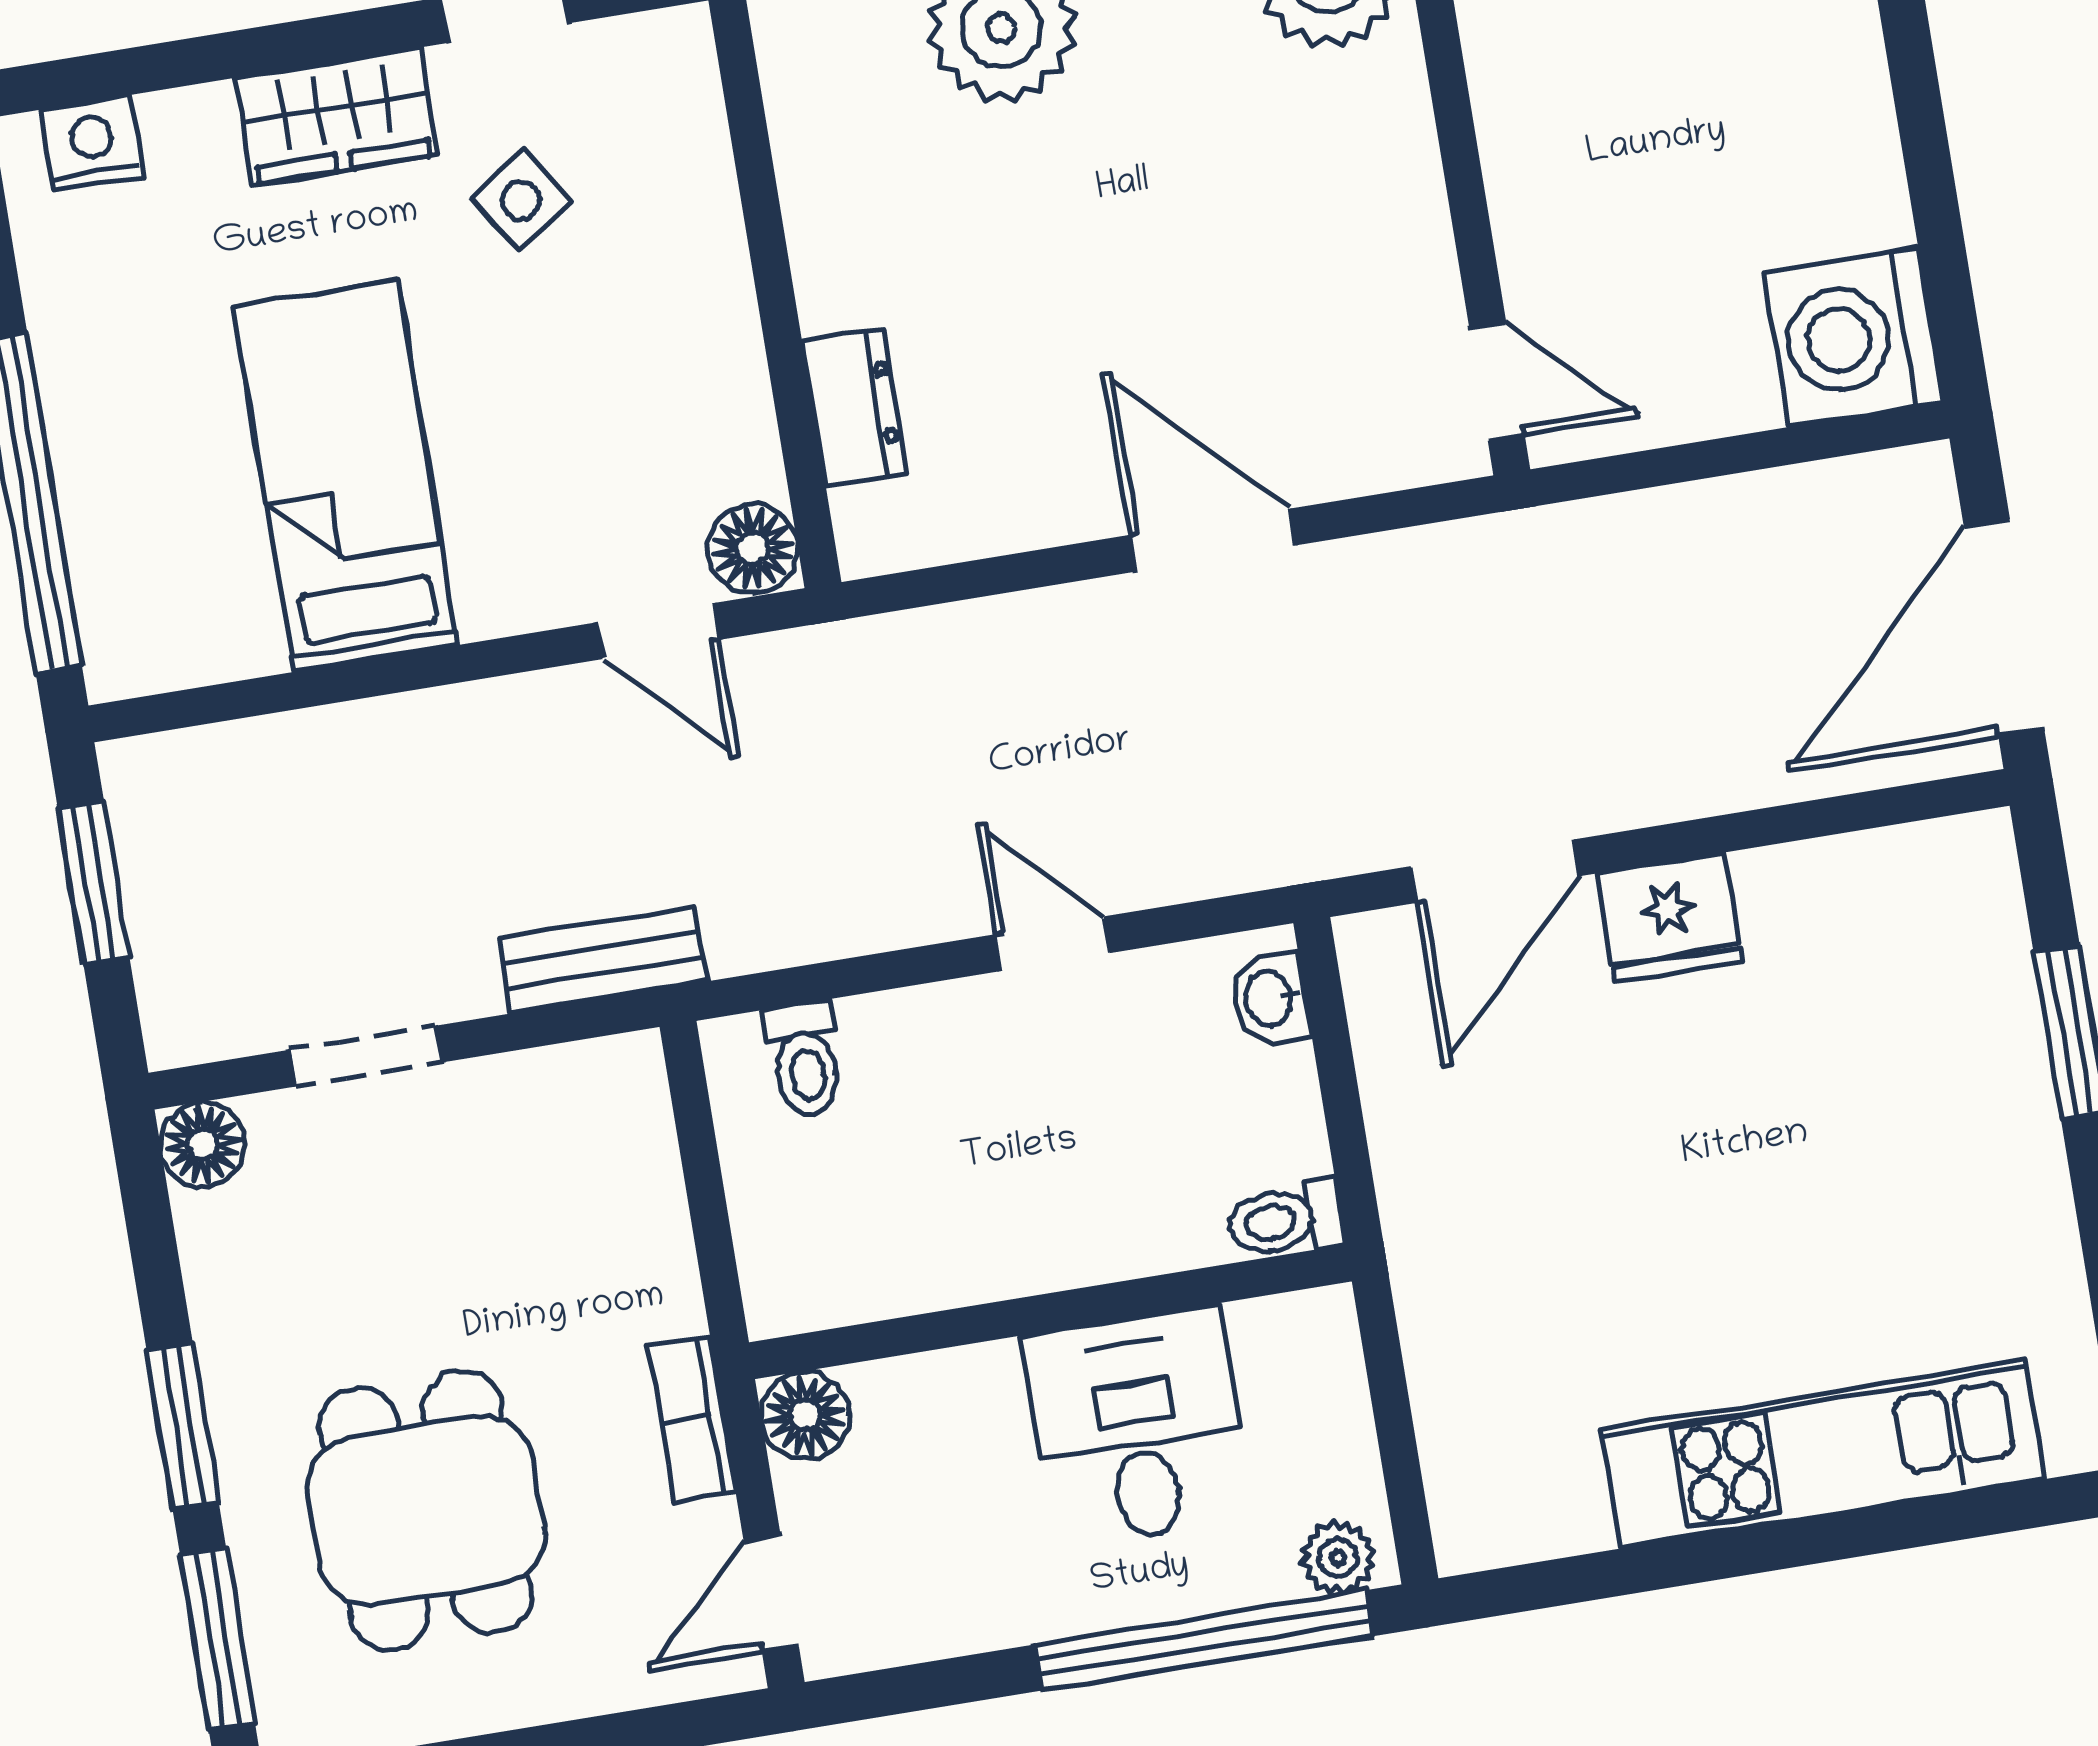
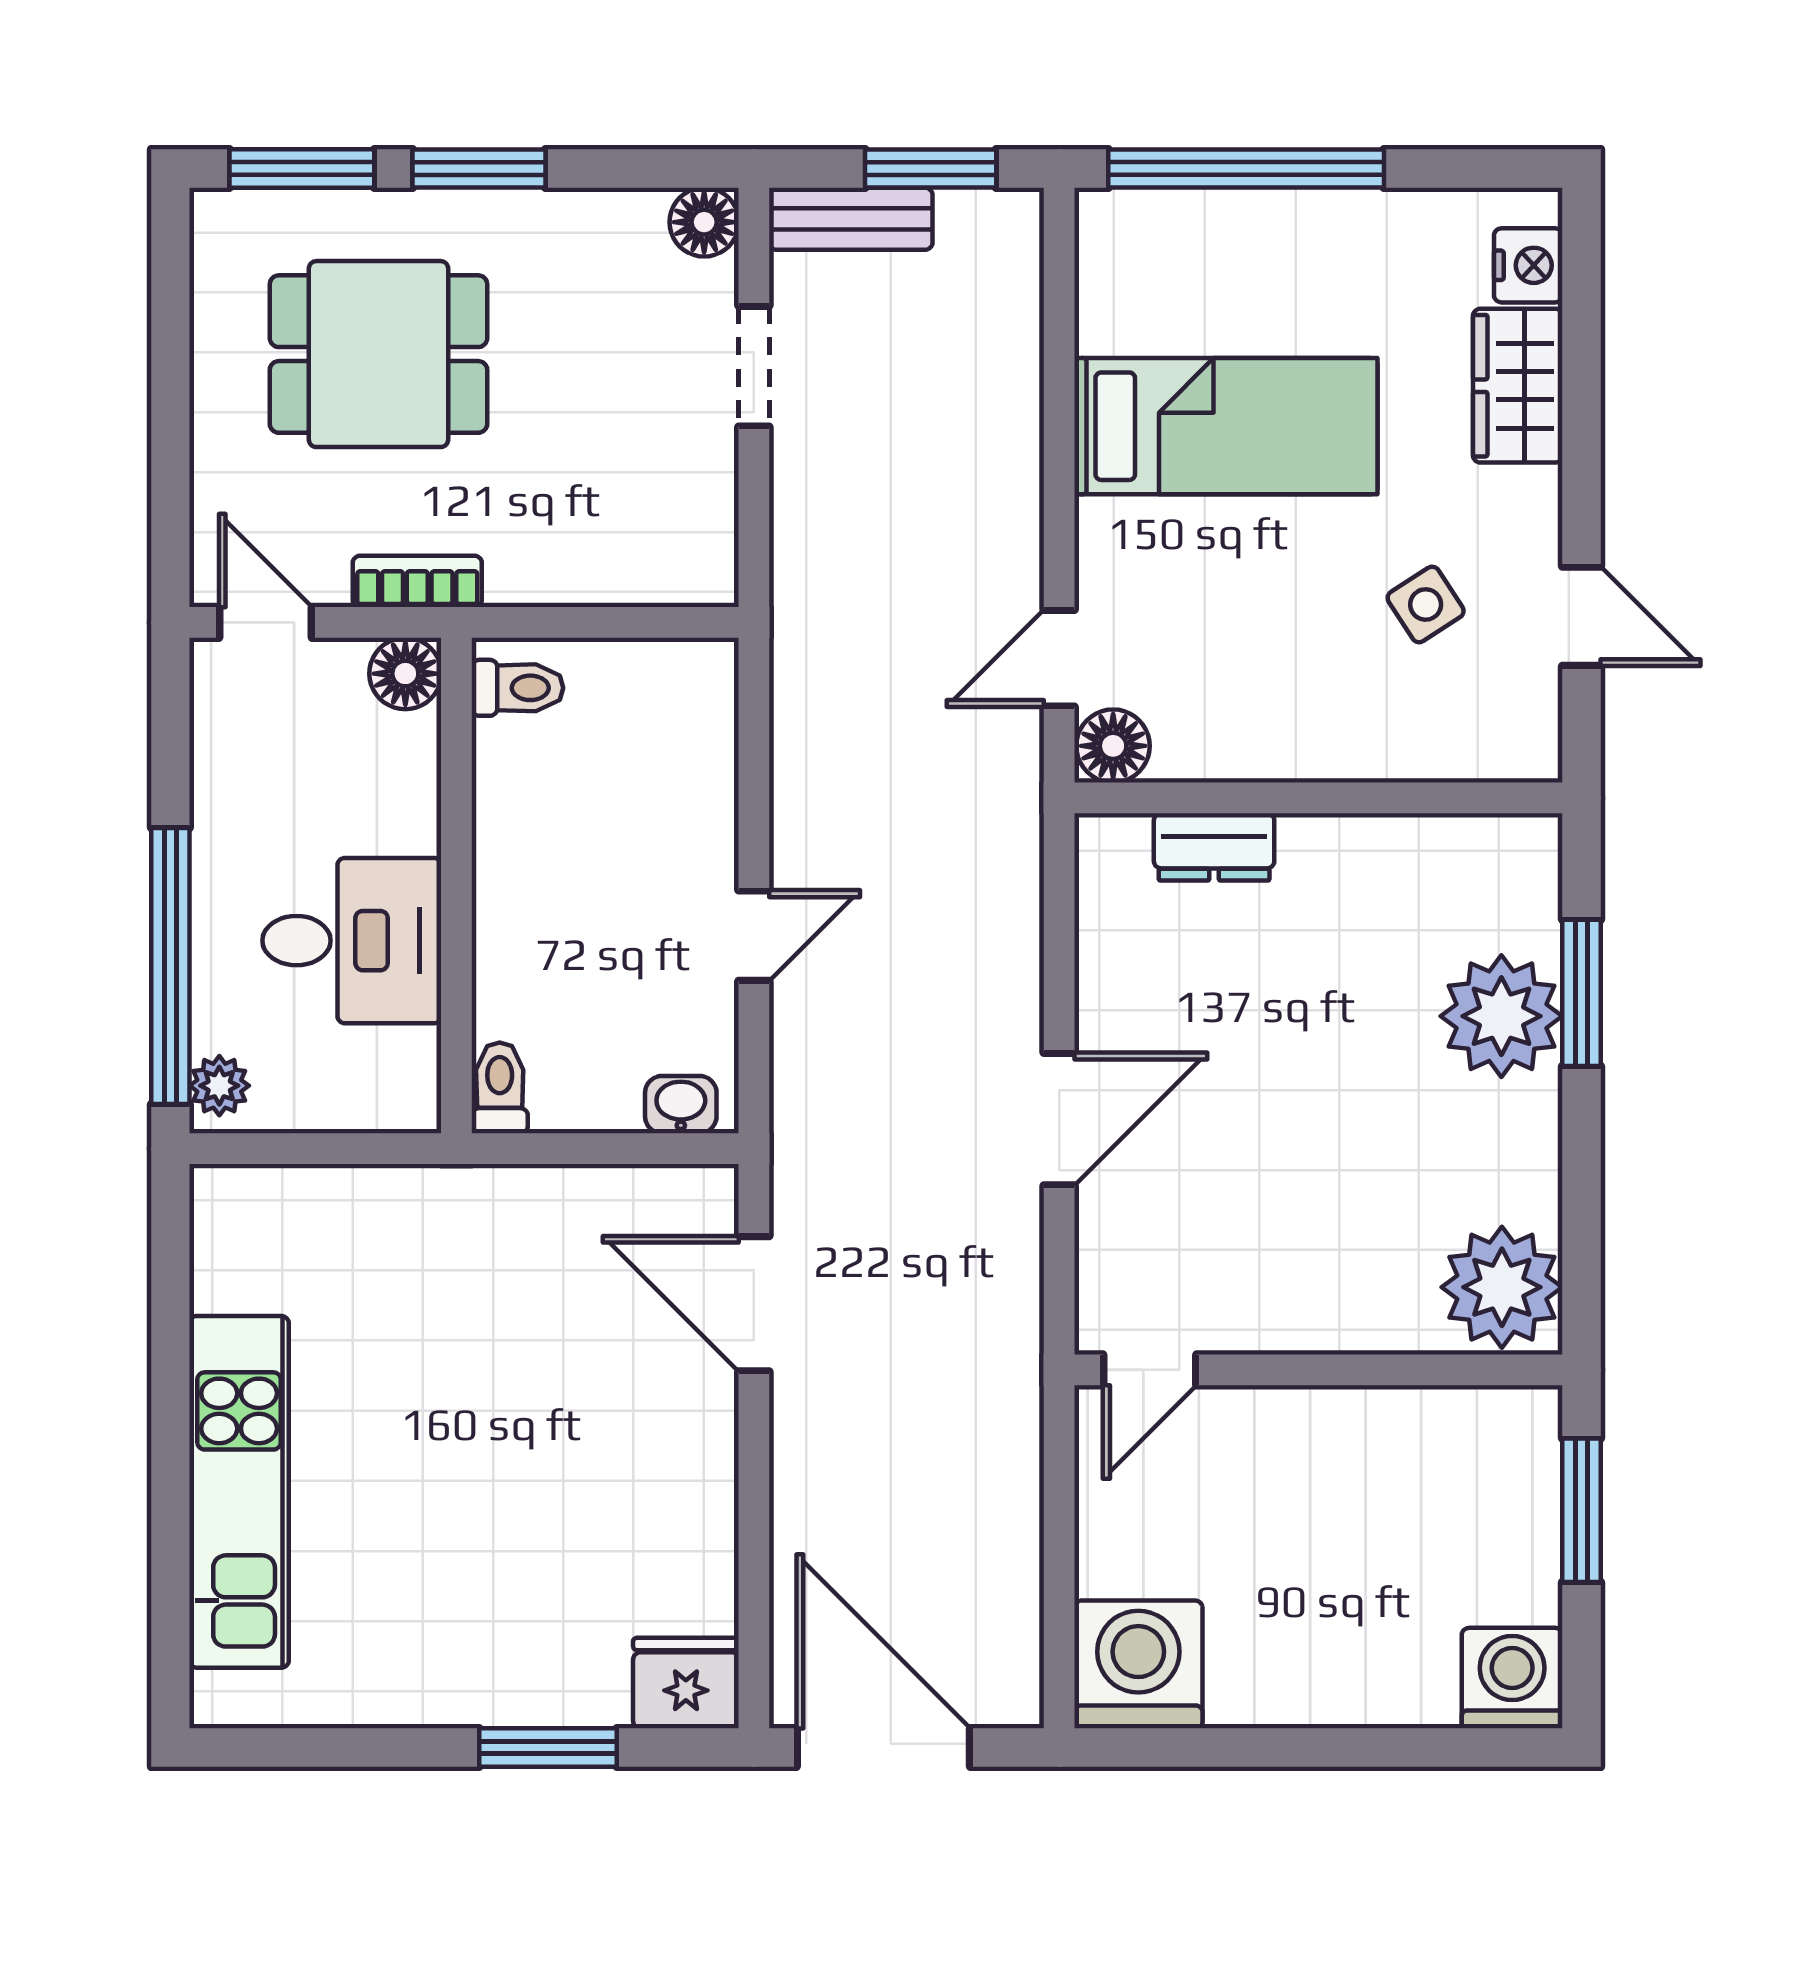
wardrobe: (336, 117) -> (1518, 386), moved
fridge: (1670, 918) -> (686, 1683), moved, turned 90
bench: (603, 960) -> (851, 219), moved, turned 90
toilet: (805, 1060) -> (517, 688), moved, turned 180

